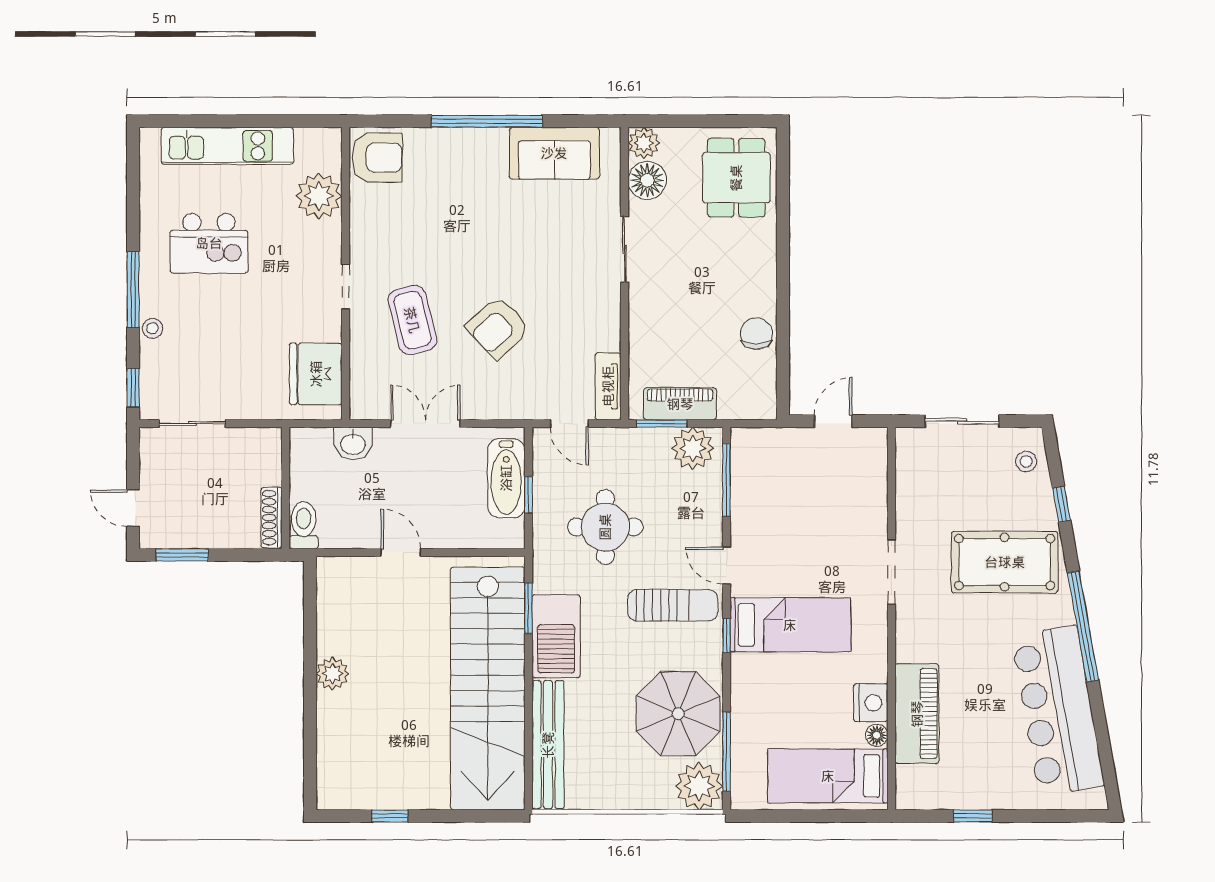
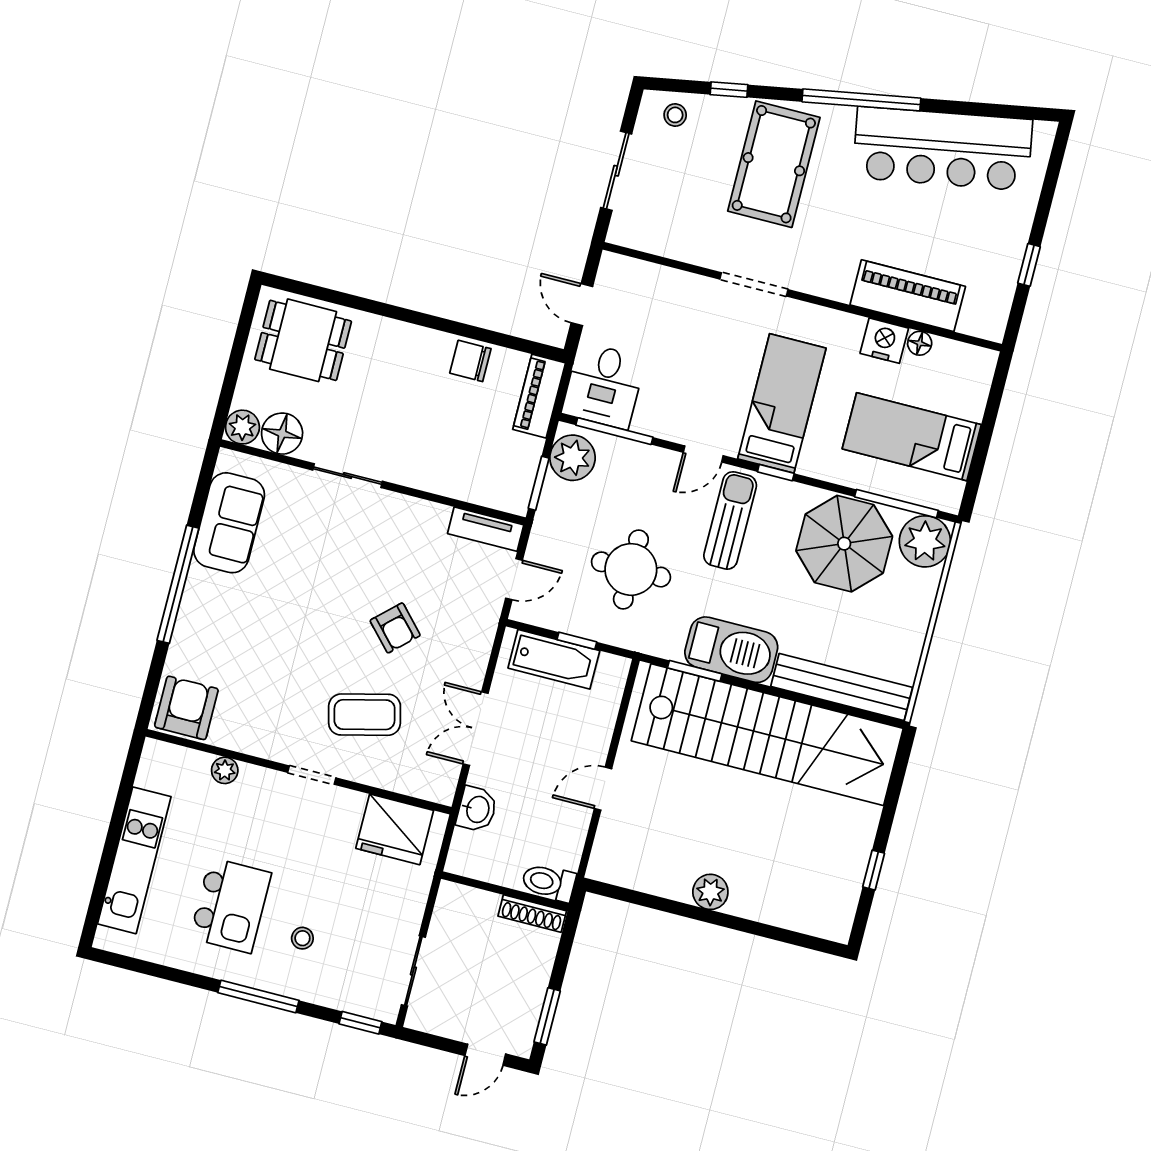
plant: (319, 196) -> (225, 770), width x0.53, depth x0.53
stool: (152, 328) -> (302, 938), moved
armchair: (498, 328) -> (395, 628), width x0.72, depth x0.72
piano: (680, 404) -> (539, 396), moved
desk: (765, 460) -> (604, 386), added
bed: (828, 776) -> (912, 437), moved, turned 90

